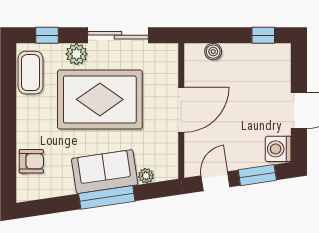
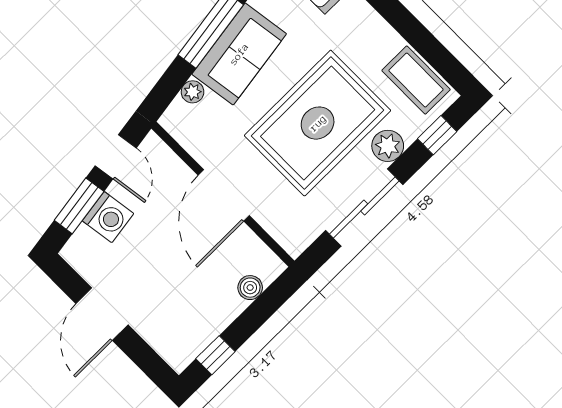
washing machine: (278, 149) -> (108, 217), moved, turned 82

